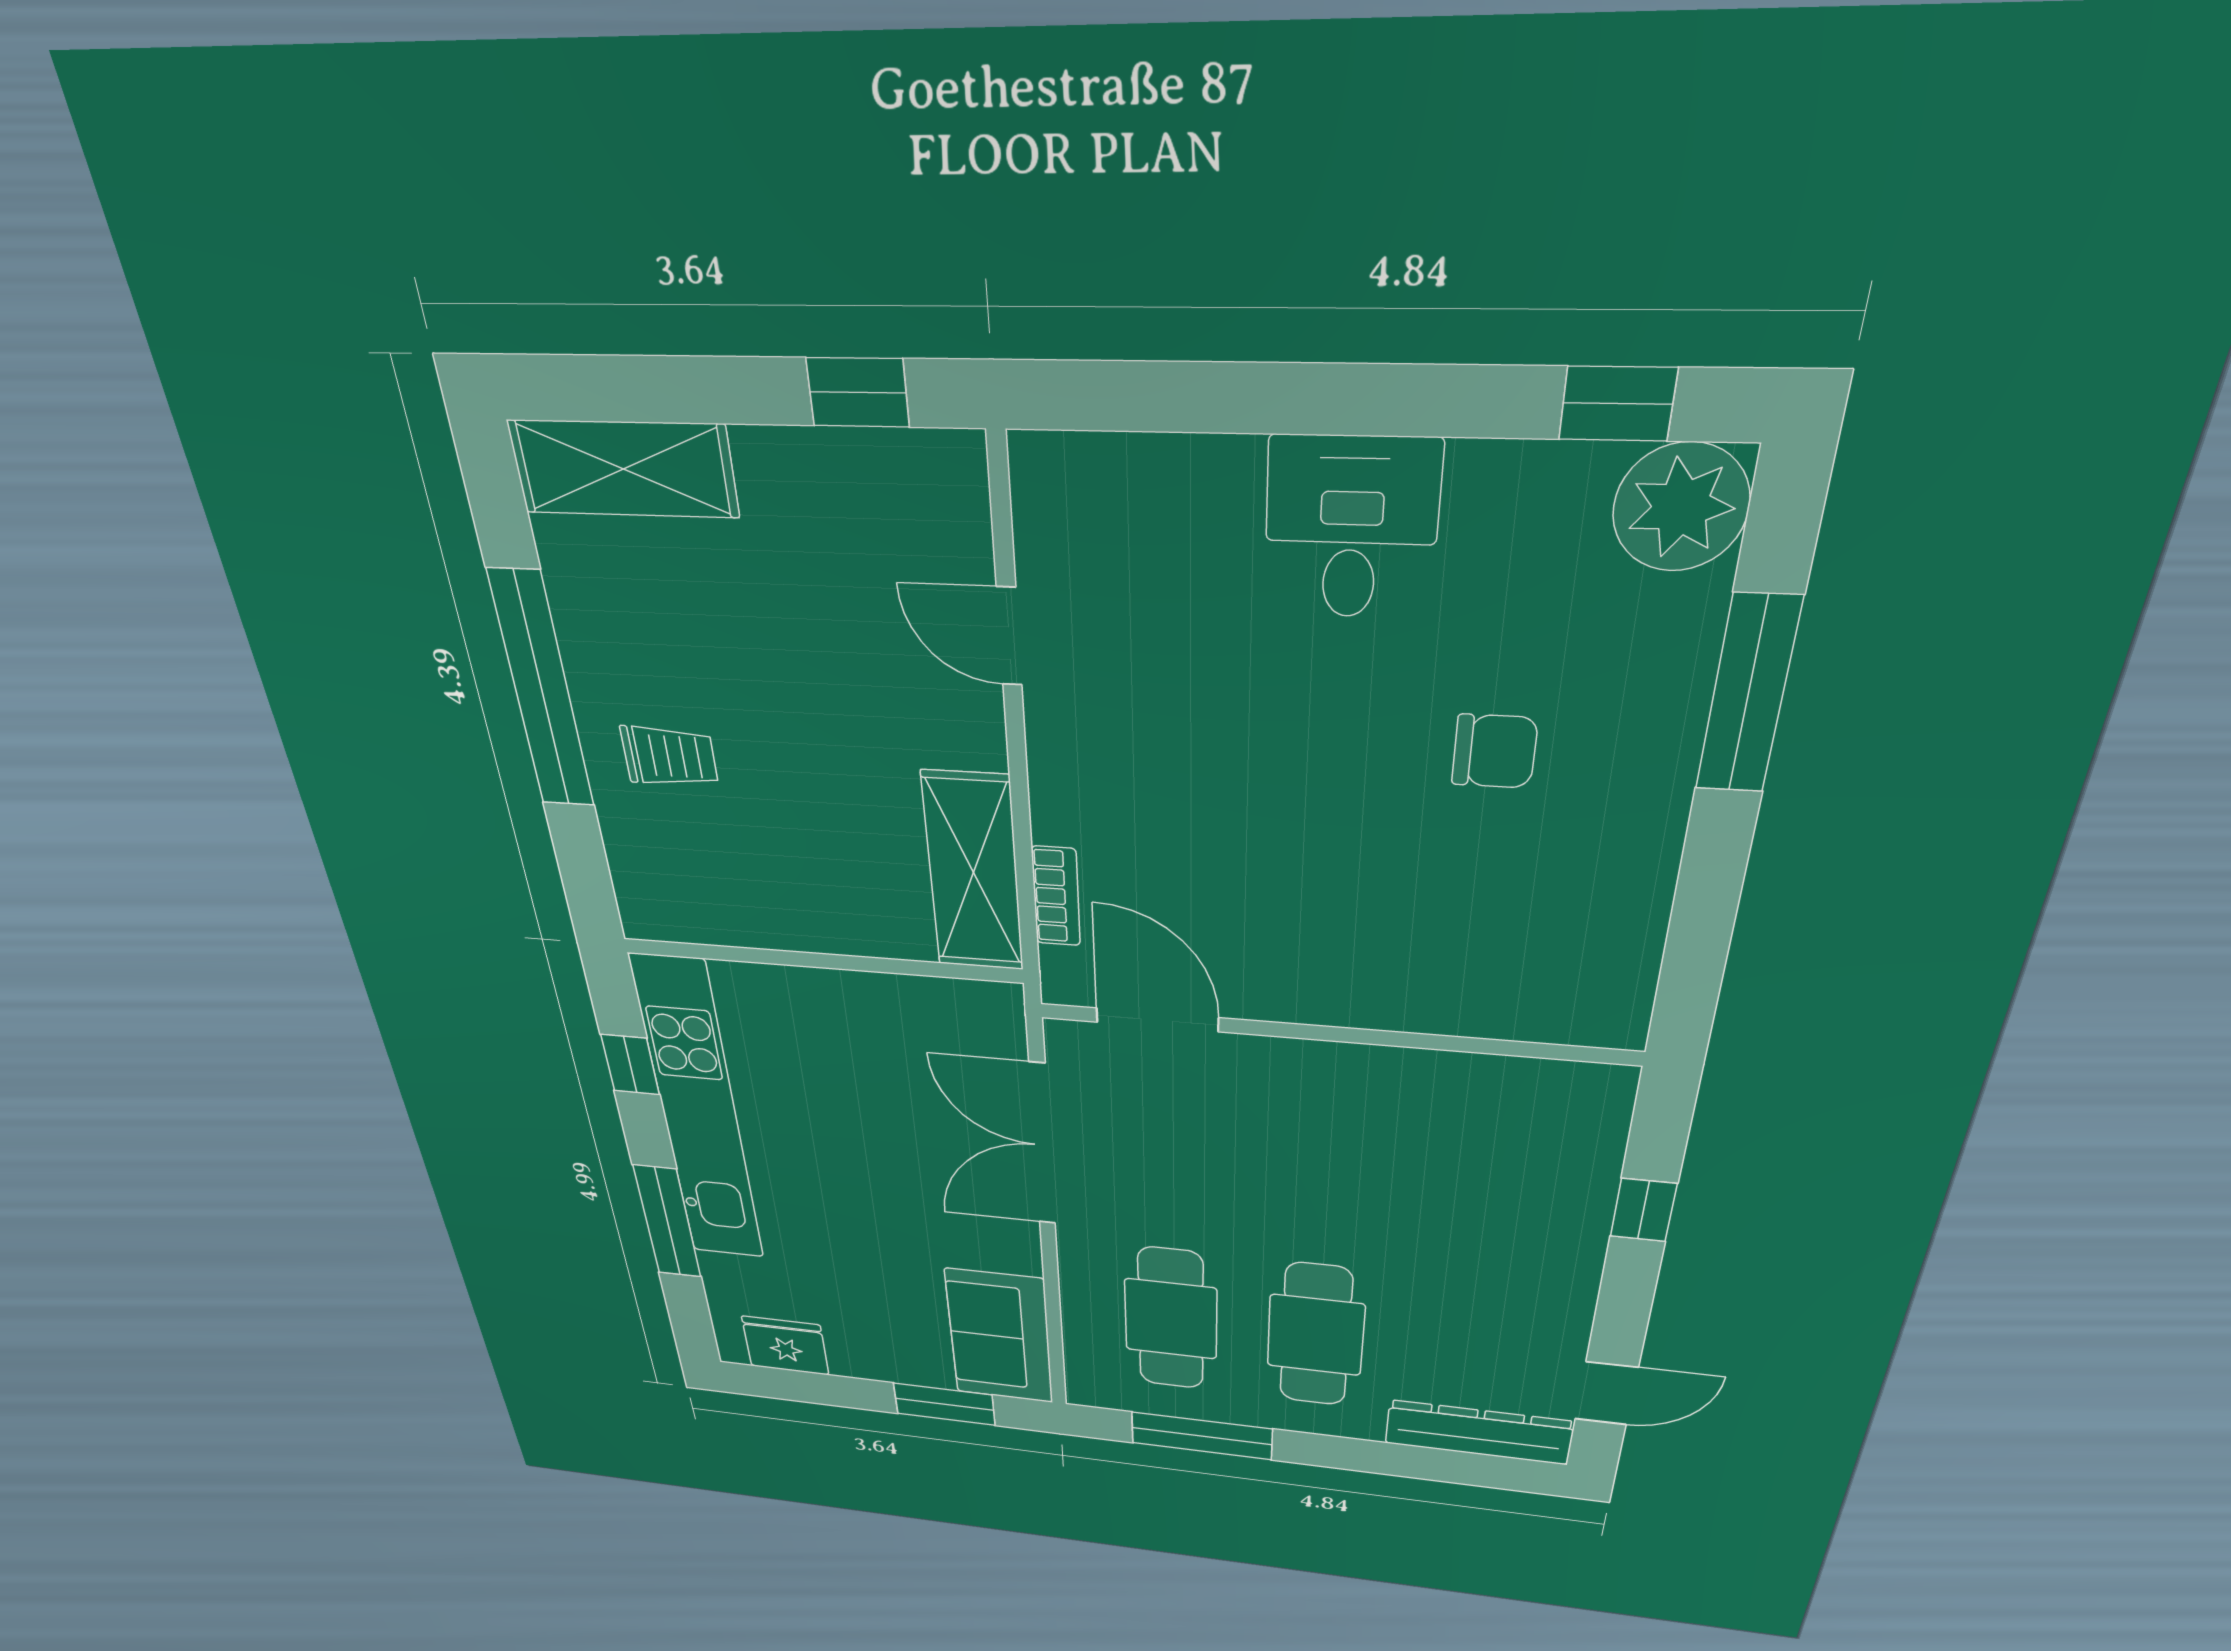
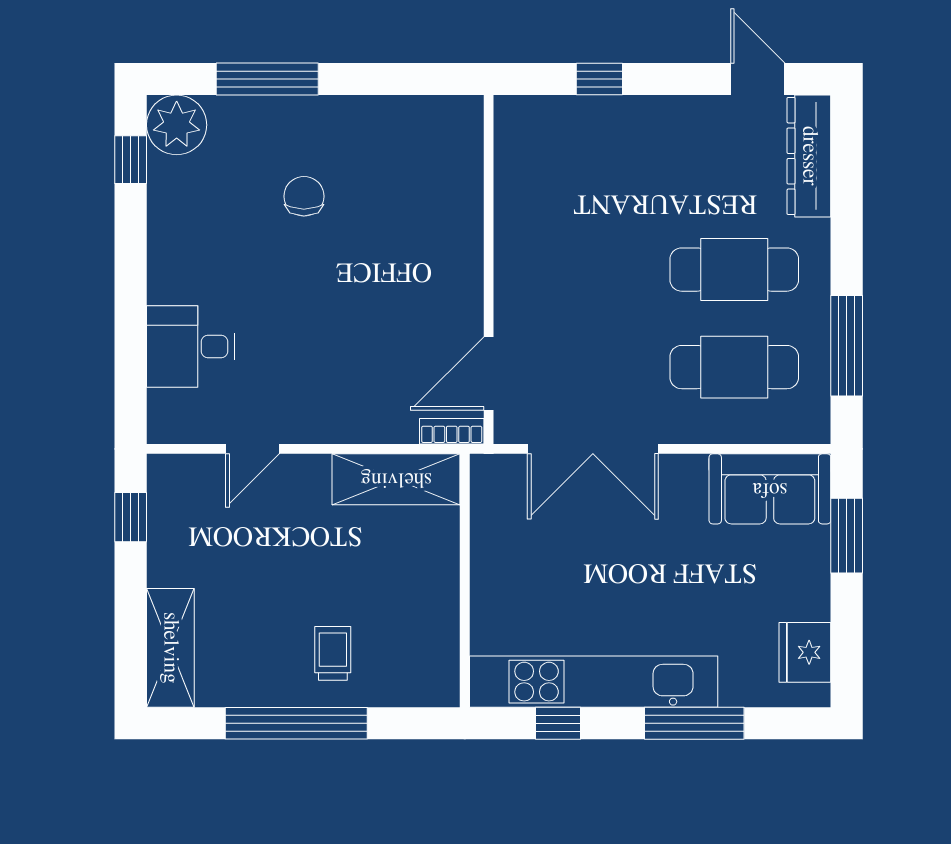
desk: (1351, 528) -> (191, 347), moved
bookcase: (1056, 896) -> (452, 431), moved

